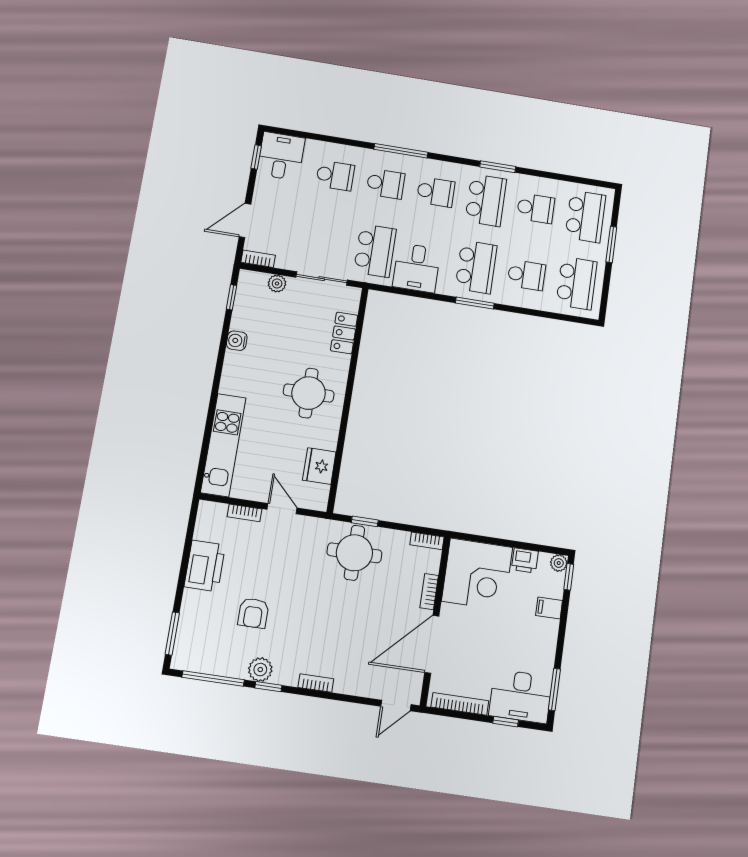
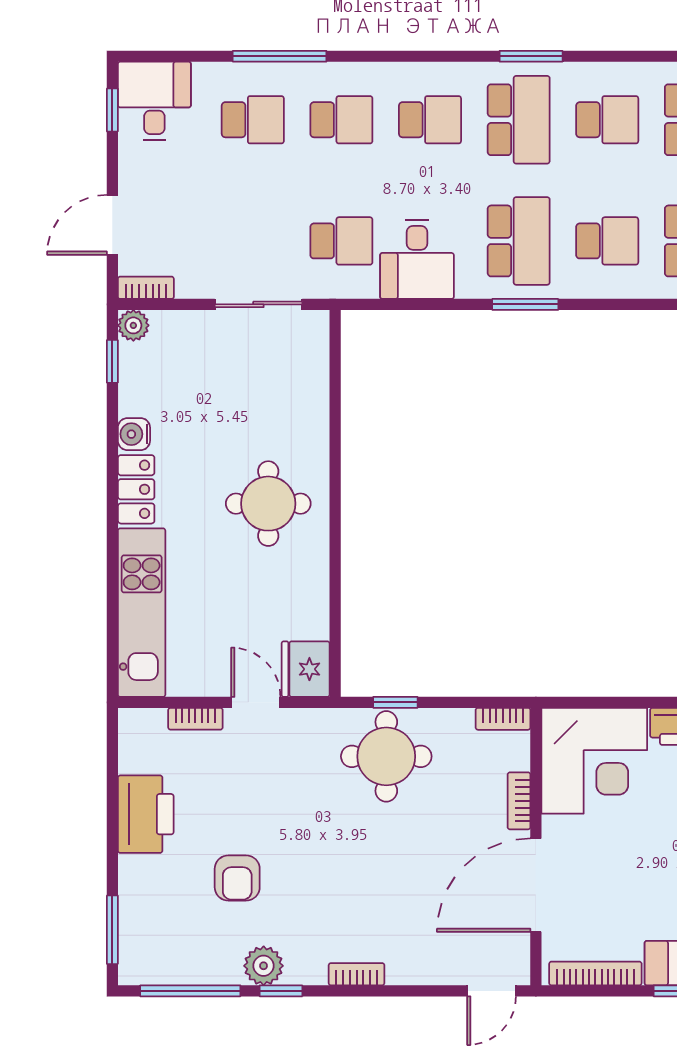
window: (401, 151) -> (280, 56), moved
school desk: (375, 251) -> (341, 241), width x0.54
plant: (277, 284) -> (133, 325), moved
locker: (344, 333) -> (136, 489), moved, turned 180
fridge: (319, 466) -> (306, 669), moved

